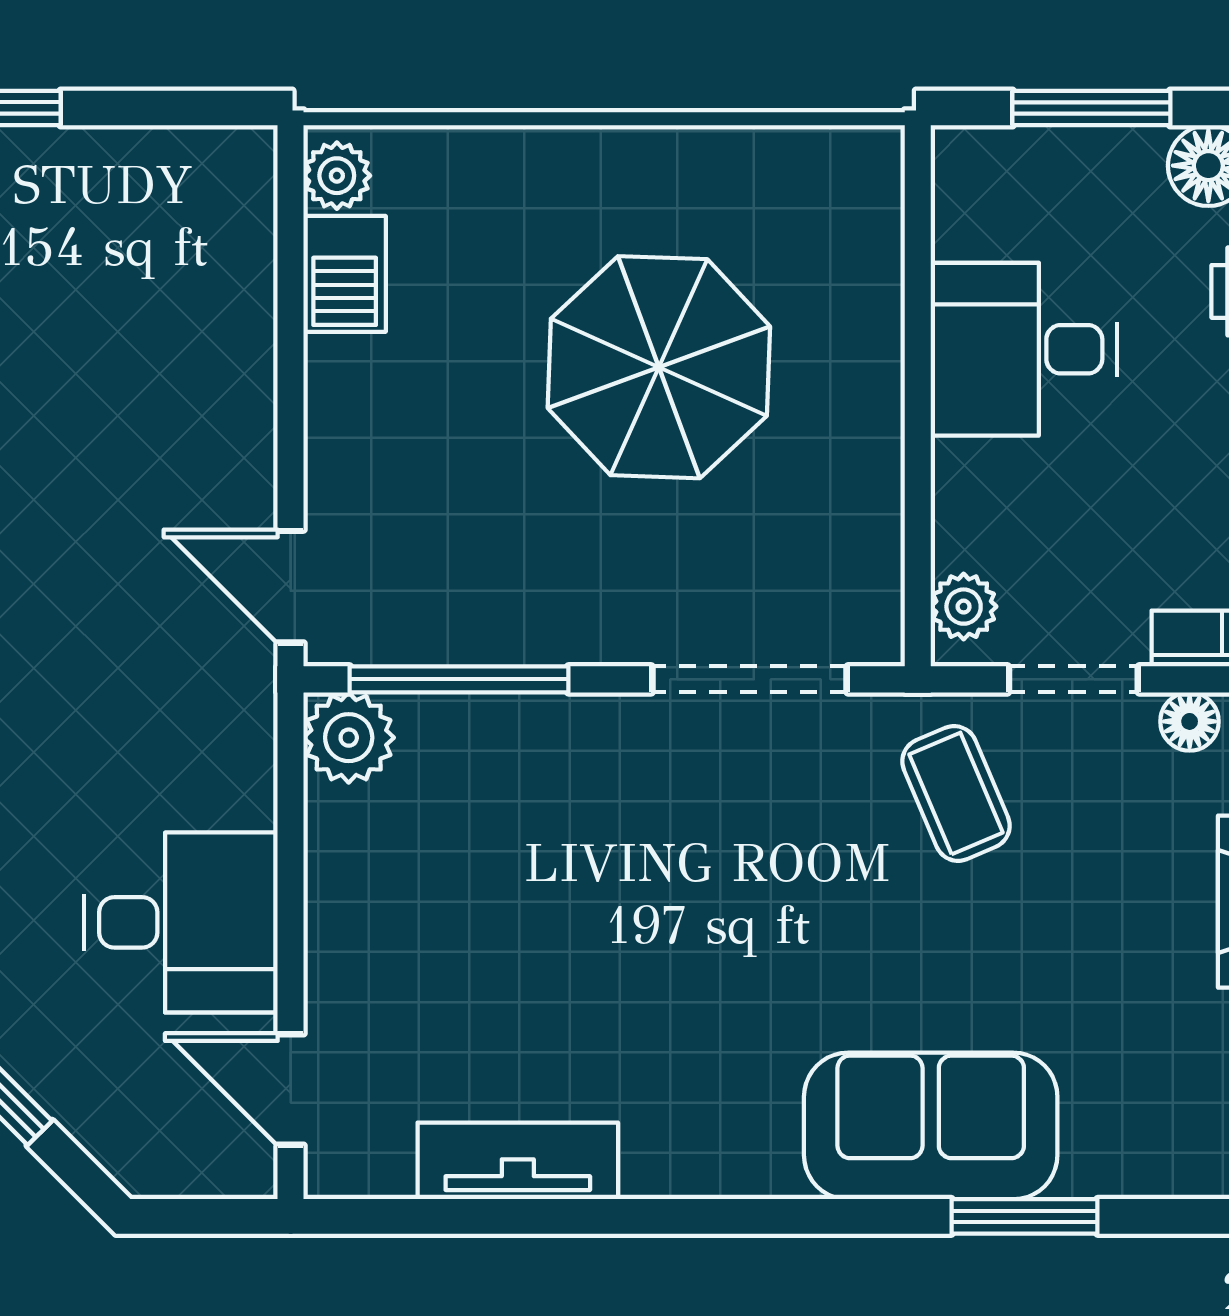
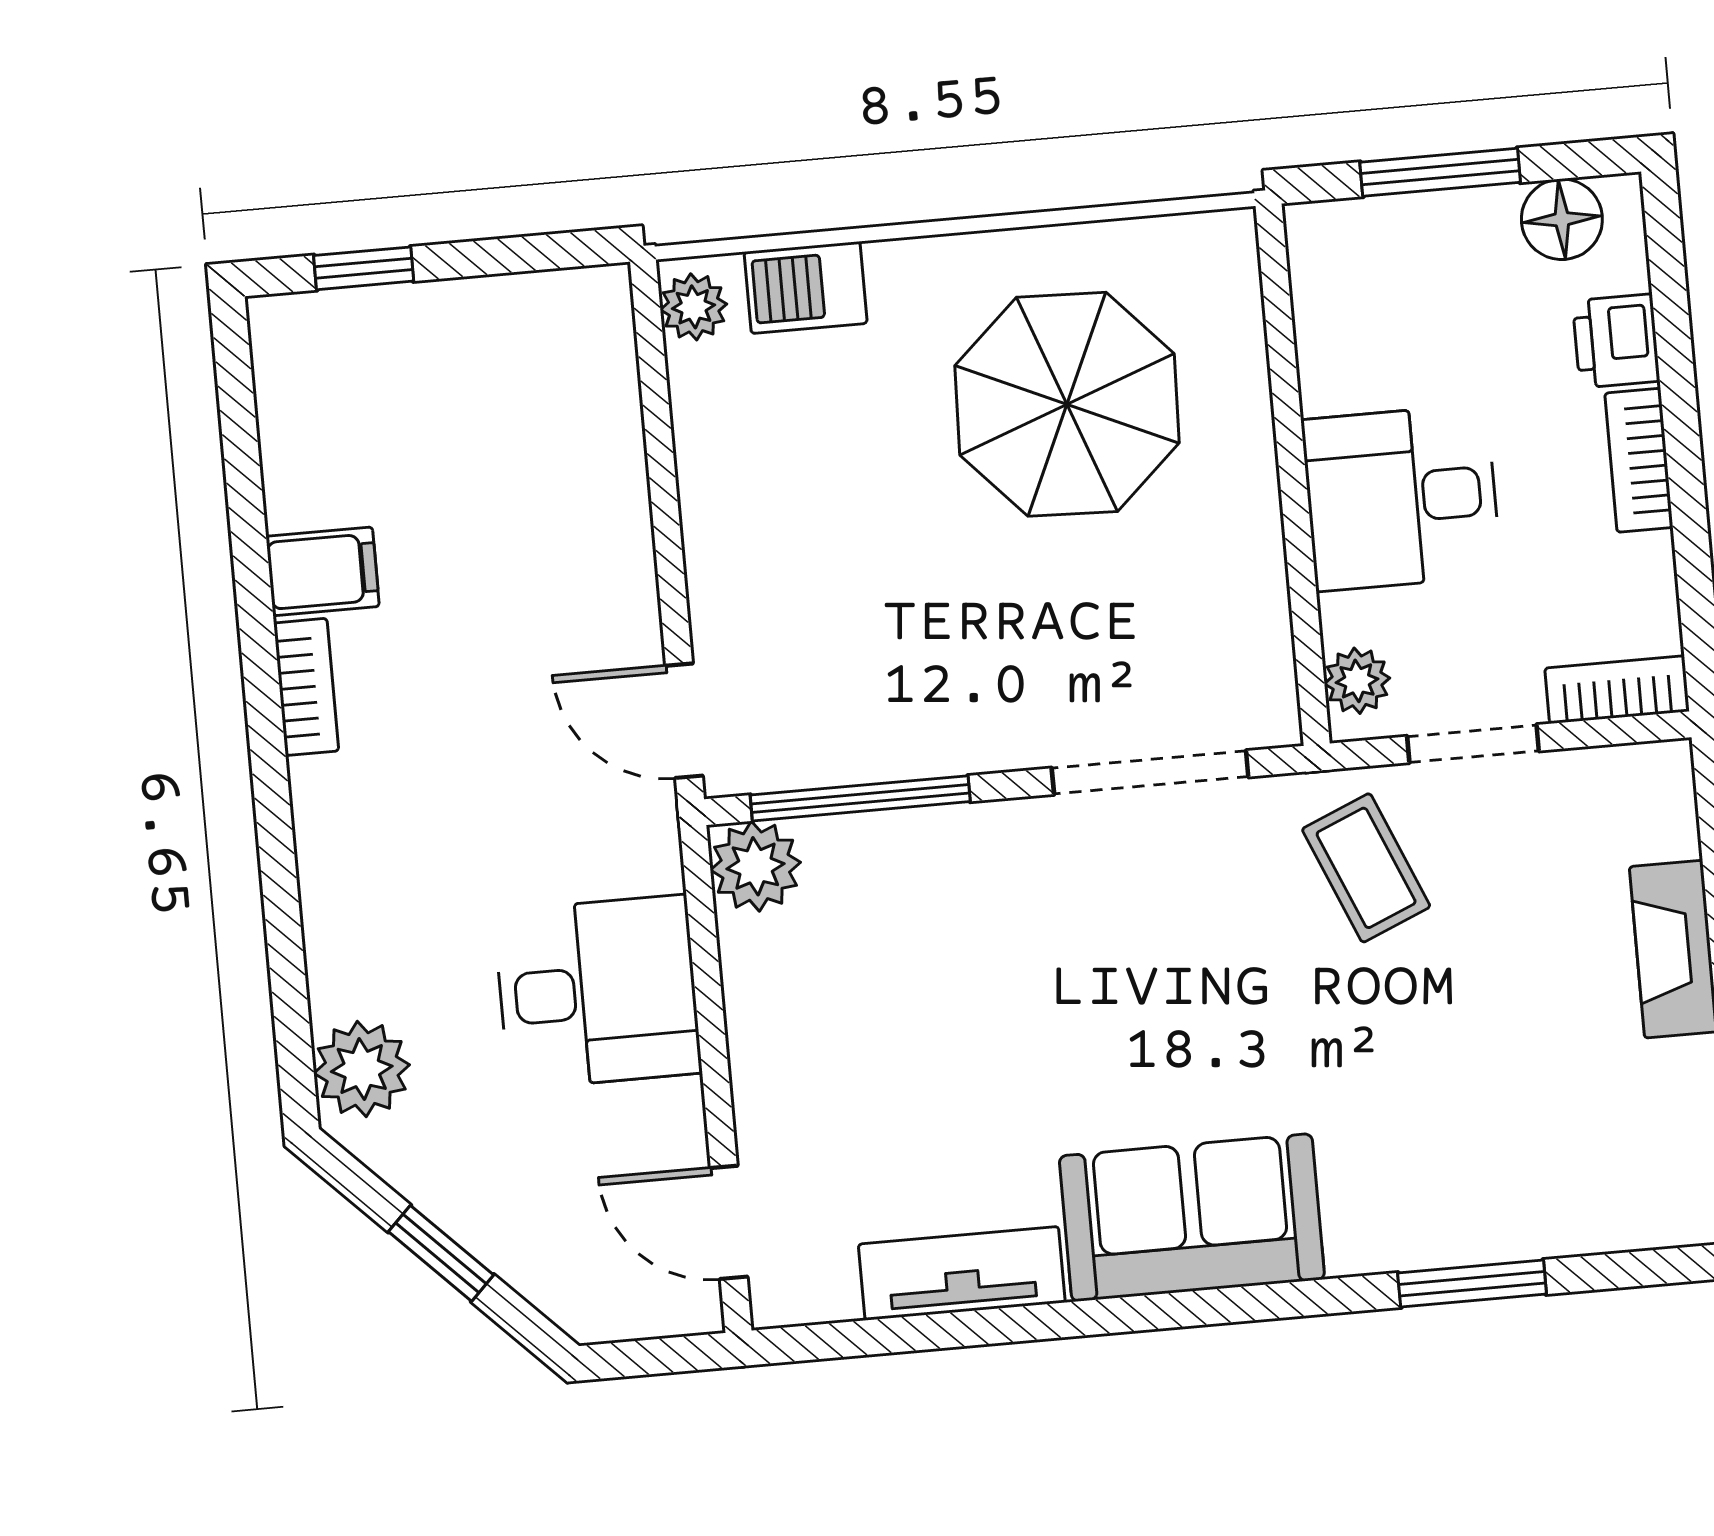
barbecue: (345, 274) -> (806, 288), moved, turned 90
desk: (1024, 349) -> (1401, 498), moved
parasol: (659, 367) -> (1067, 404), moved
floor lamp: (1190, 721) -> (1593, 775), removed
desk: (181, 922) -> (598, 992), moved
sofa: (931, 1126) -> (1192, 1218), moved

